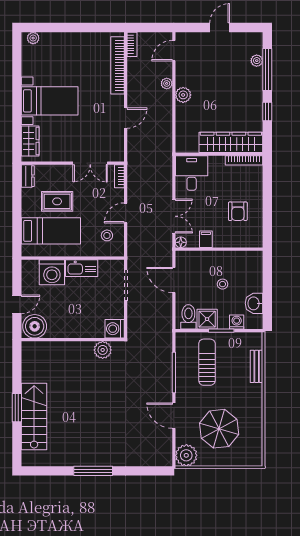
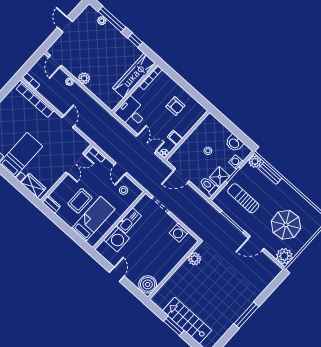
boiler: (35, 326) -> (148, 284), moved
wall: (73, 340) -> (174, 270), moved
plant: (254, 341) -> (255, 161), added
plant: (103, 350) -> (195, 259), moved

